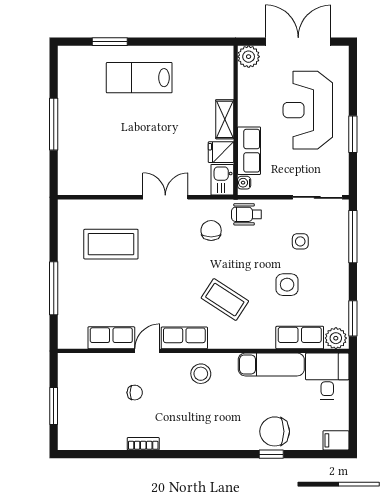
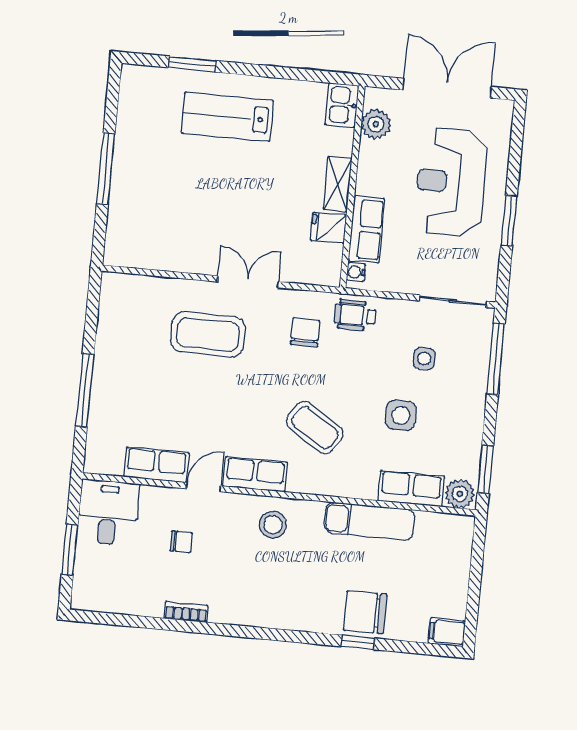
plant: (249, 57) -> (376, 124), moved
kitchen sink: (222, 180) -> (342, 105), moved
coffee table: (111, 244) -> (208, 334), moved
desk: (327, 376) -> (108, 513), moved

